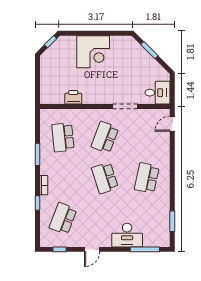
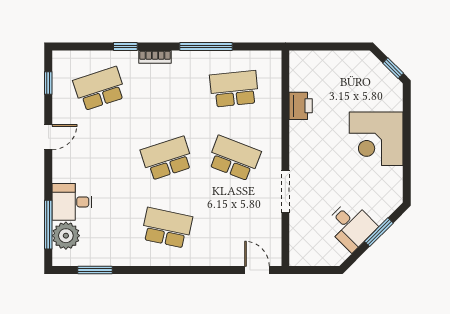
desk: (157, 93) -> (351, 226), moved, turned -45
window: (37, 154) -> (206, 46), width x1.44
school desk: (63, 219) -> (99, 89), turned -39
desk: (127, 235) -> (72, 202), width x0.73
plant: (152, 239) -> (66, 236), added
door: (92, 249) -> (48, 137), swing flipped

